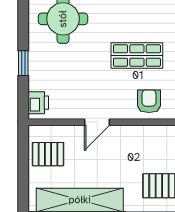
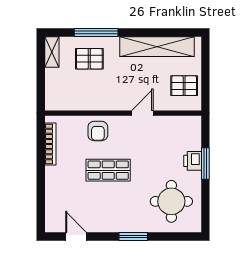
window: (23, 63) -> (205, 164), width x1.50
printer: (38, 103) -> (193, 161), moved

